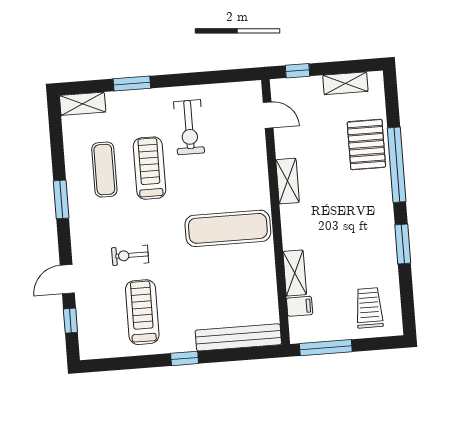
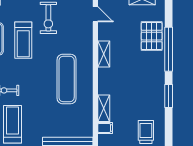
treadmill: (149, 168) -> (23, 40), turned 180
exercise mat: (228, 228) -> (67, 79), turned 90

